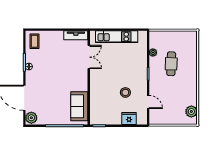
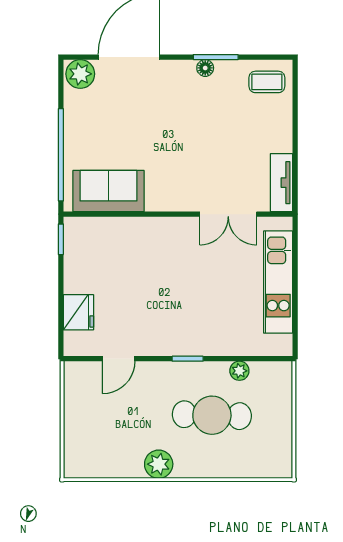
cafe table: (171, 64) -> (212, 415), width x1.37, depth x1.35
stool: (125, 92) -> (142, 303), removed
plant: (191, 111) -> (159, 464), moved

